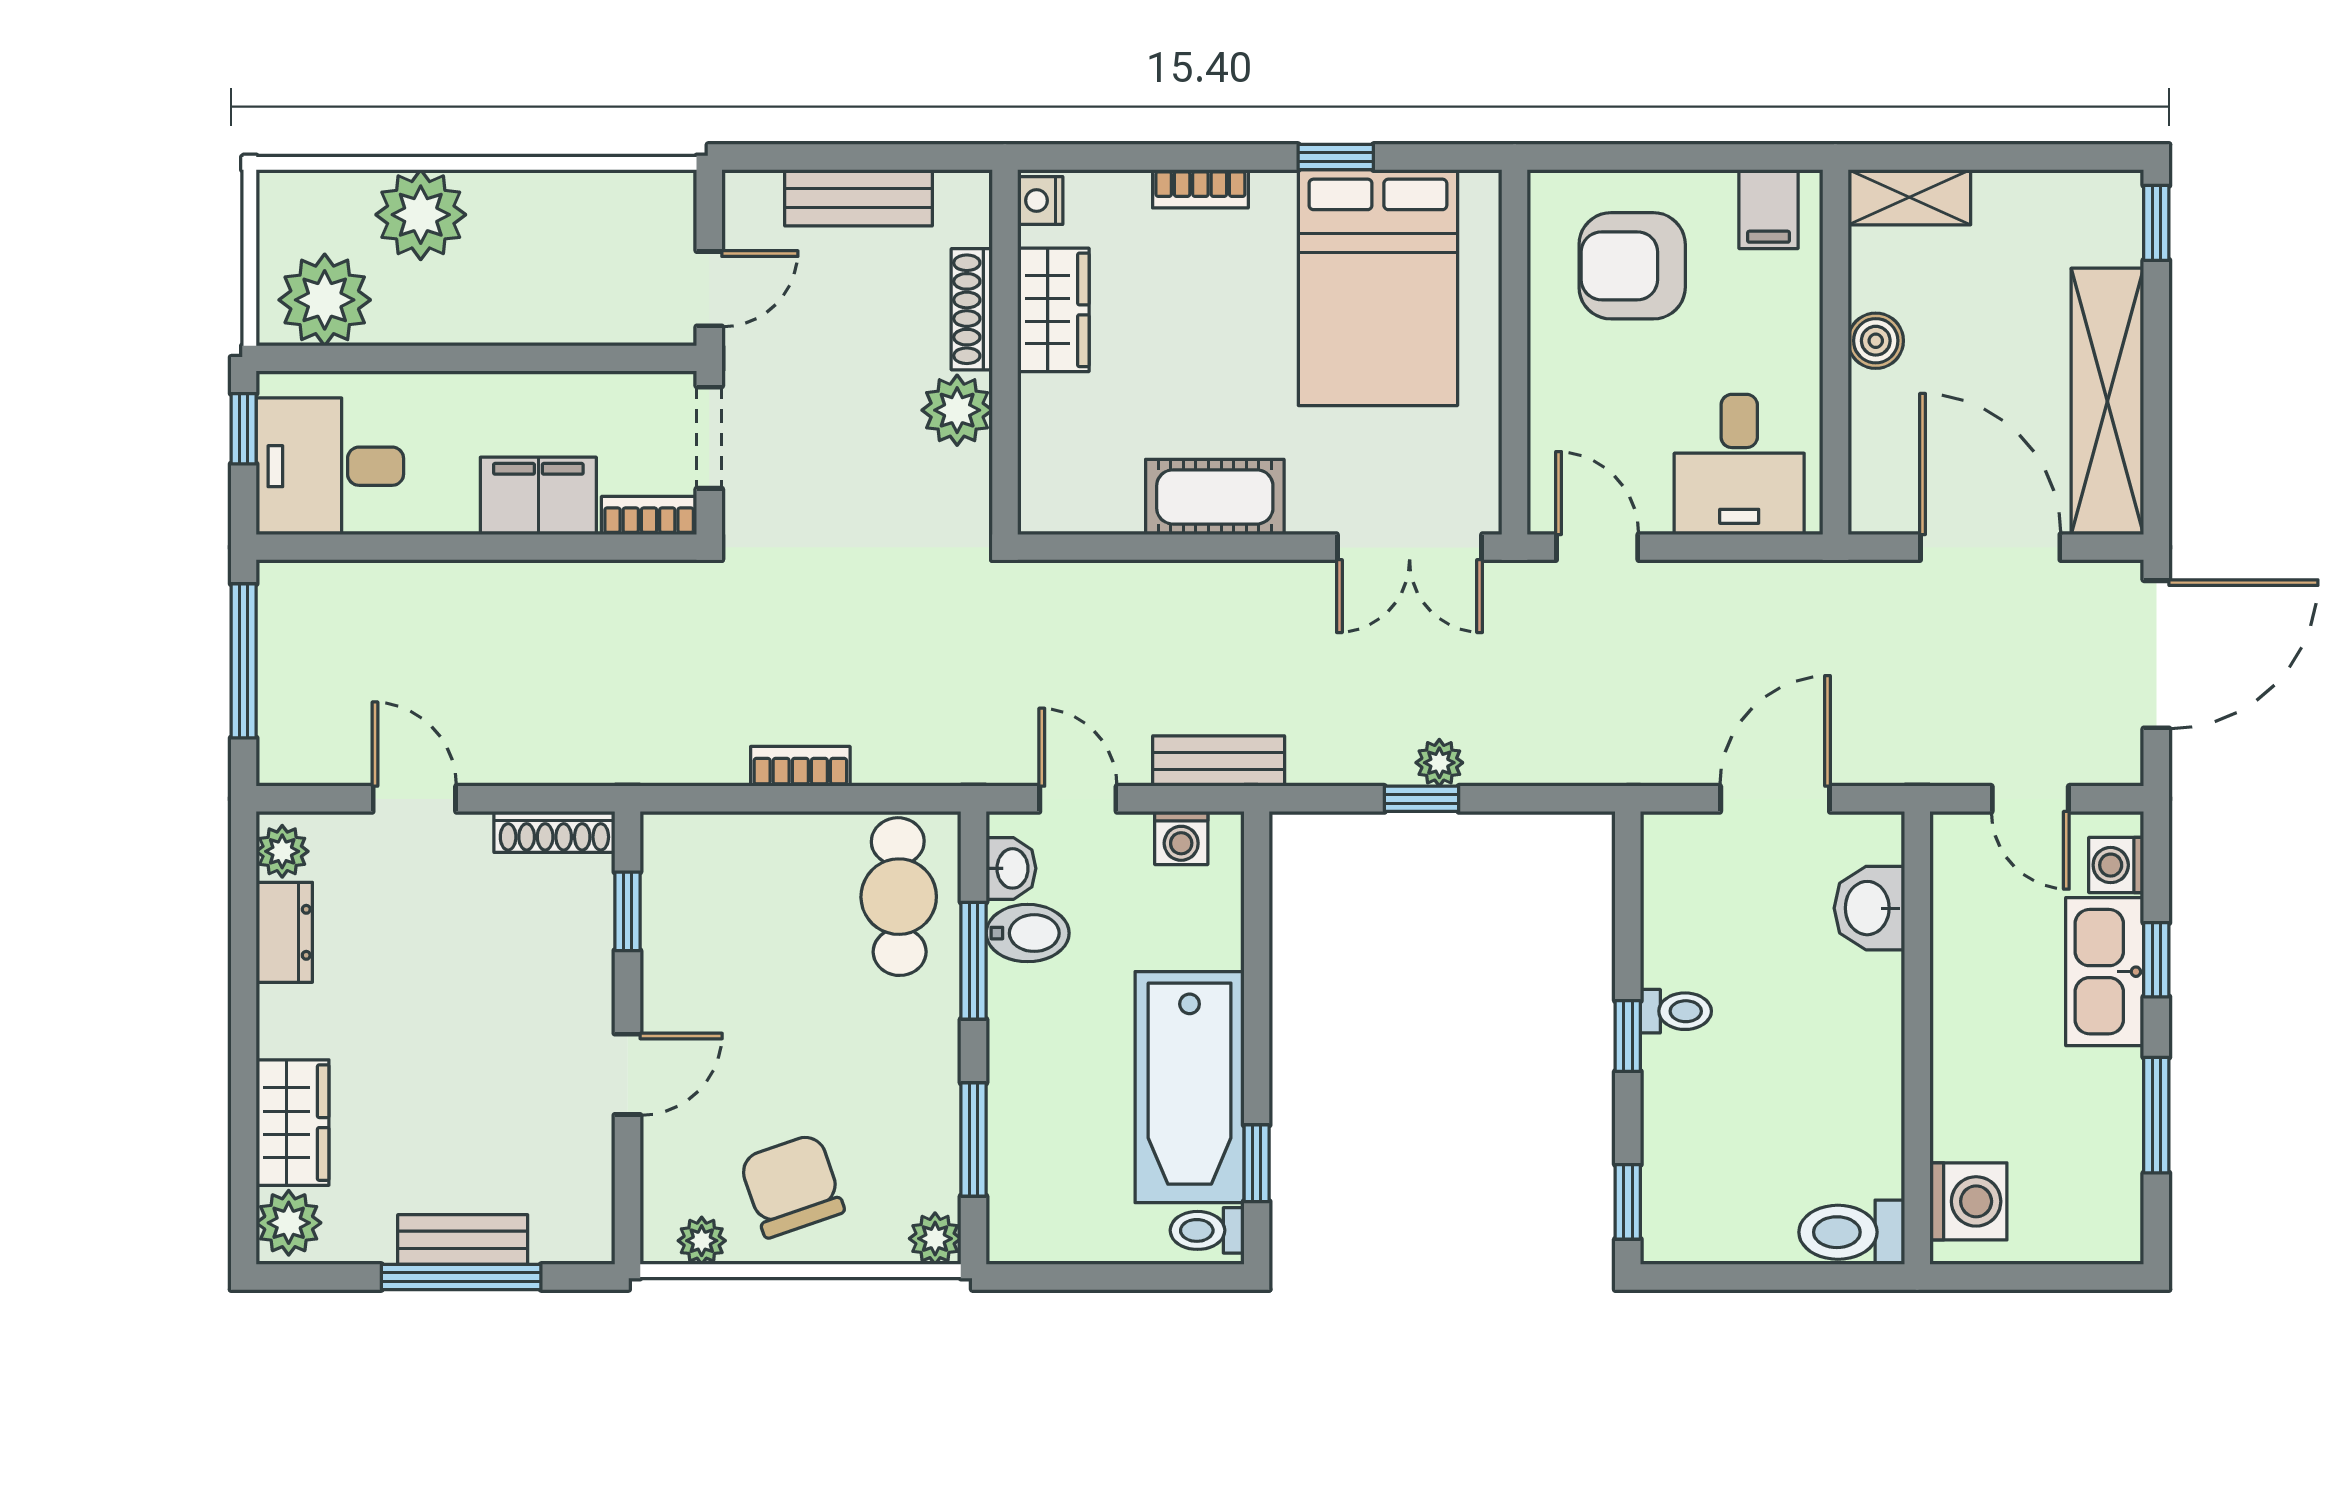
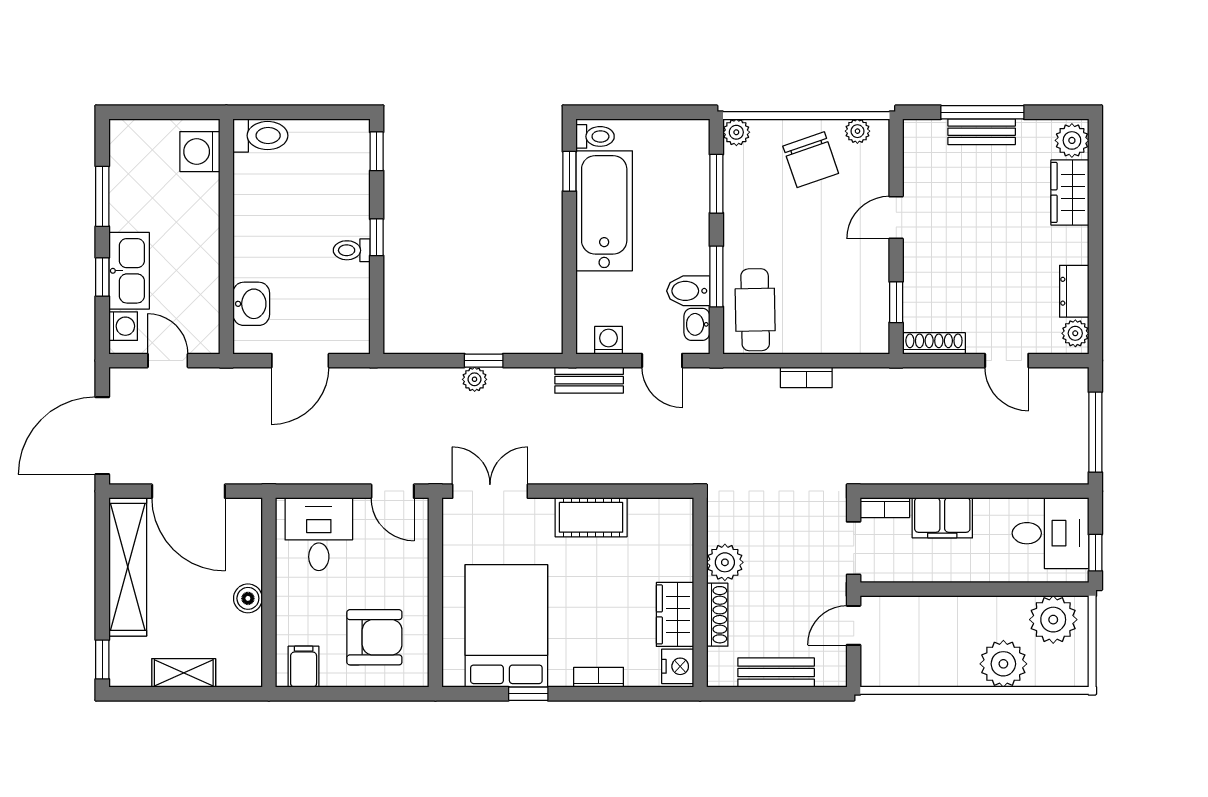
shelving: (1909, 197) -> (184, 673), moved
nightstand: (1040, 201) -> (678, 666), width x1.39, depth x1.35

